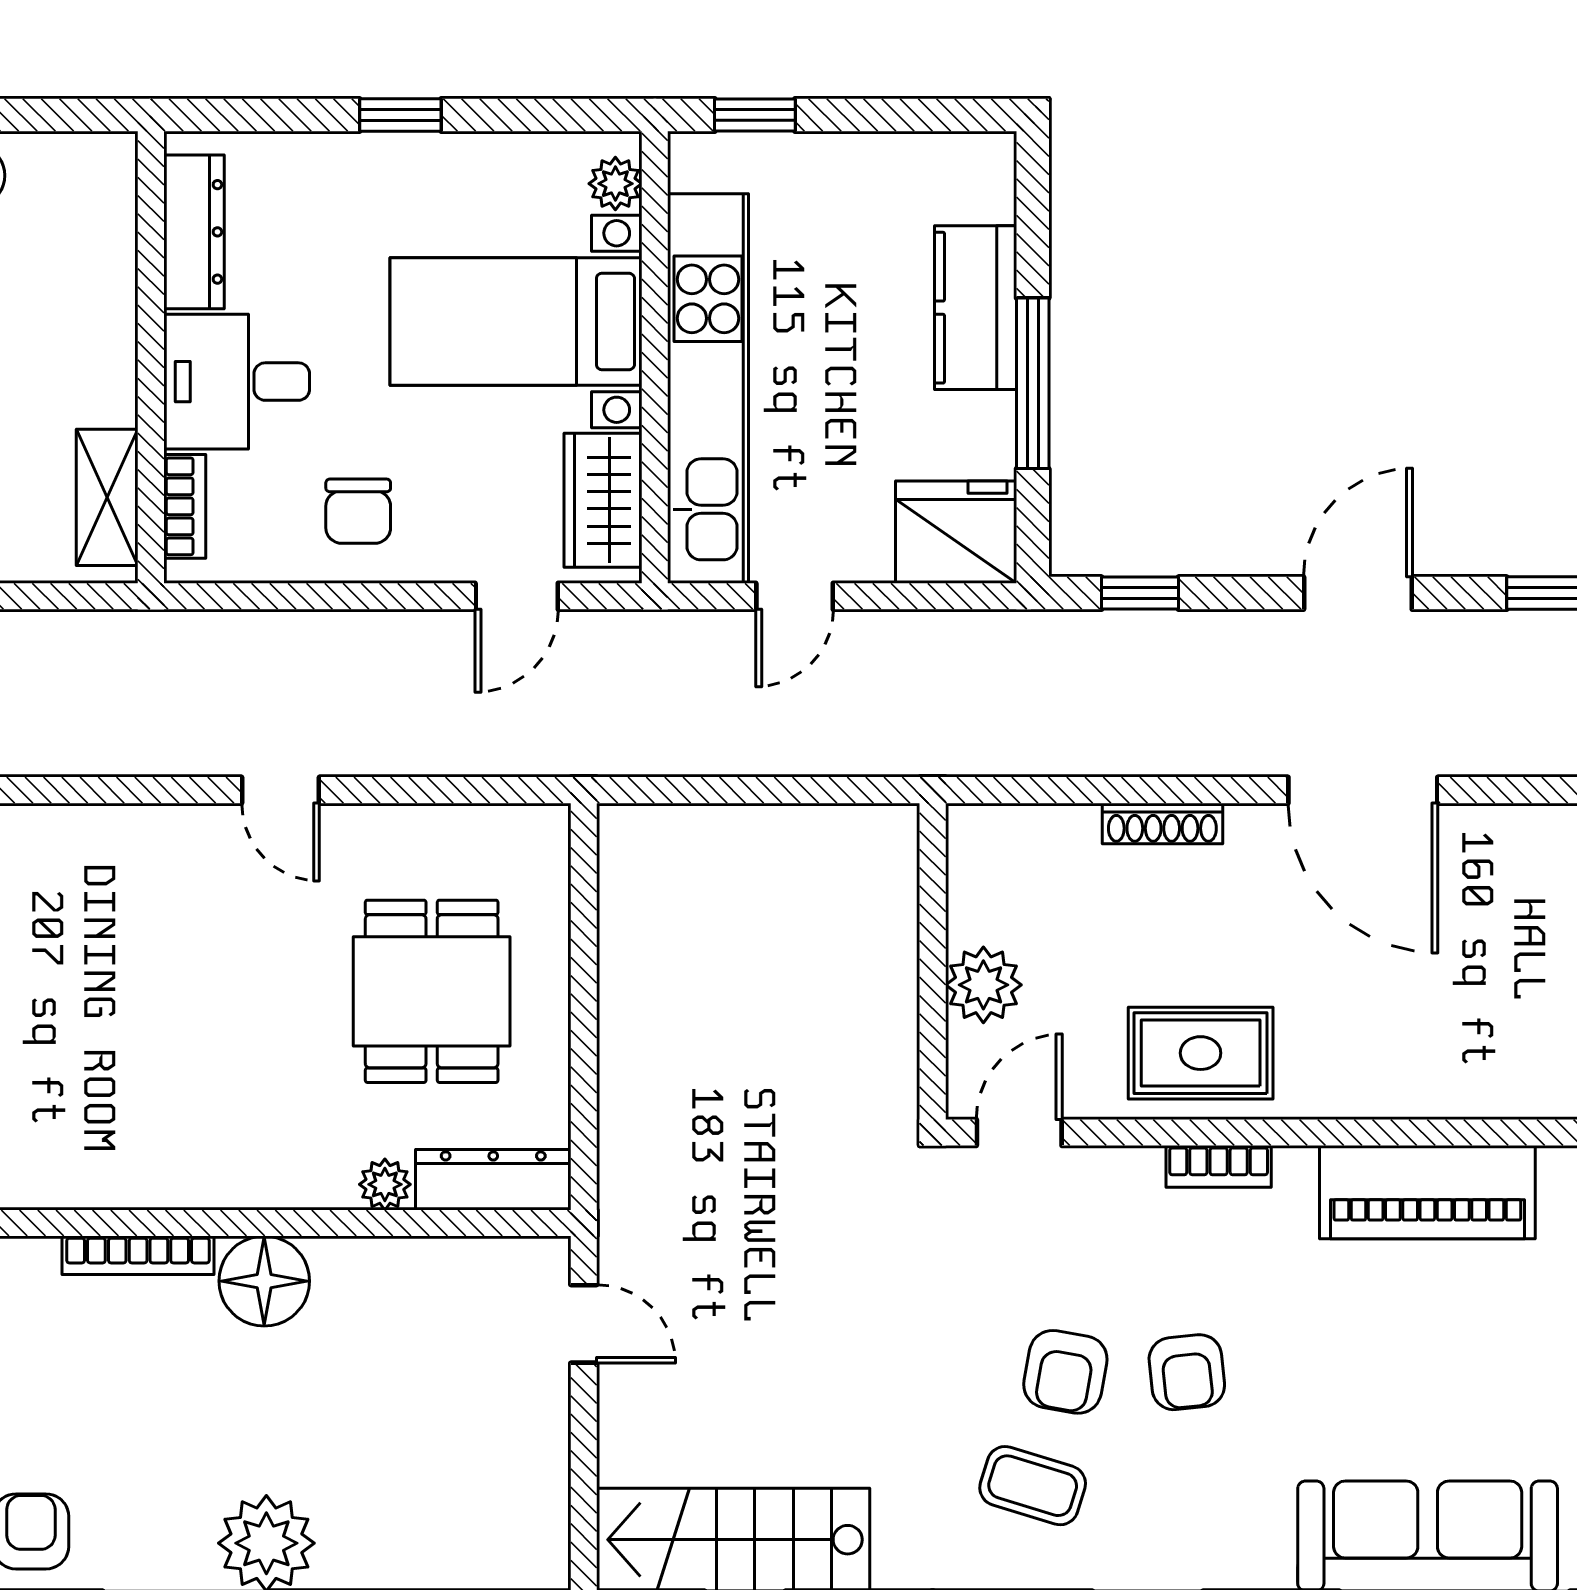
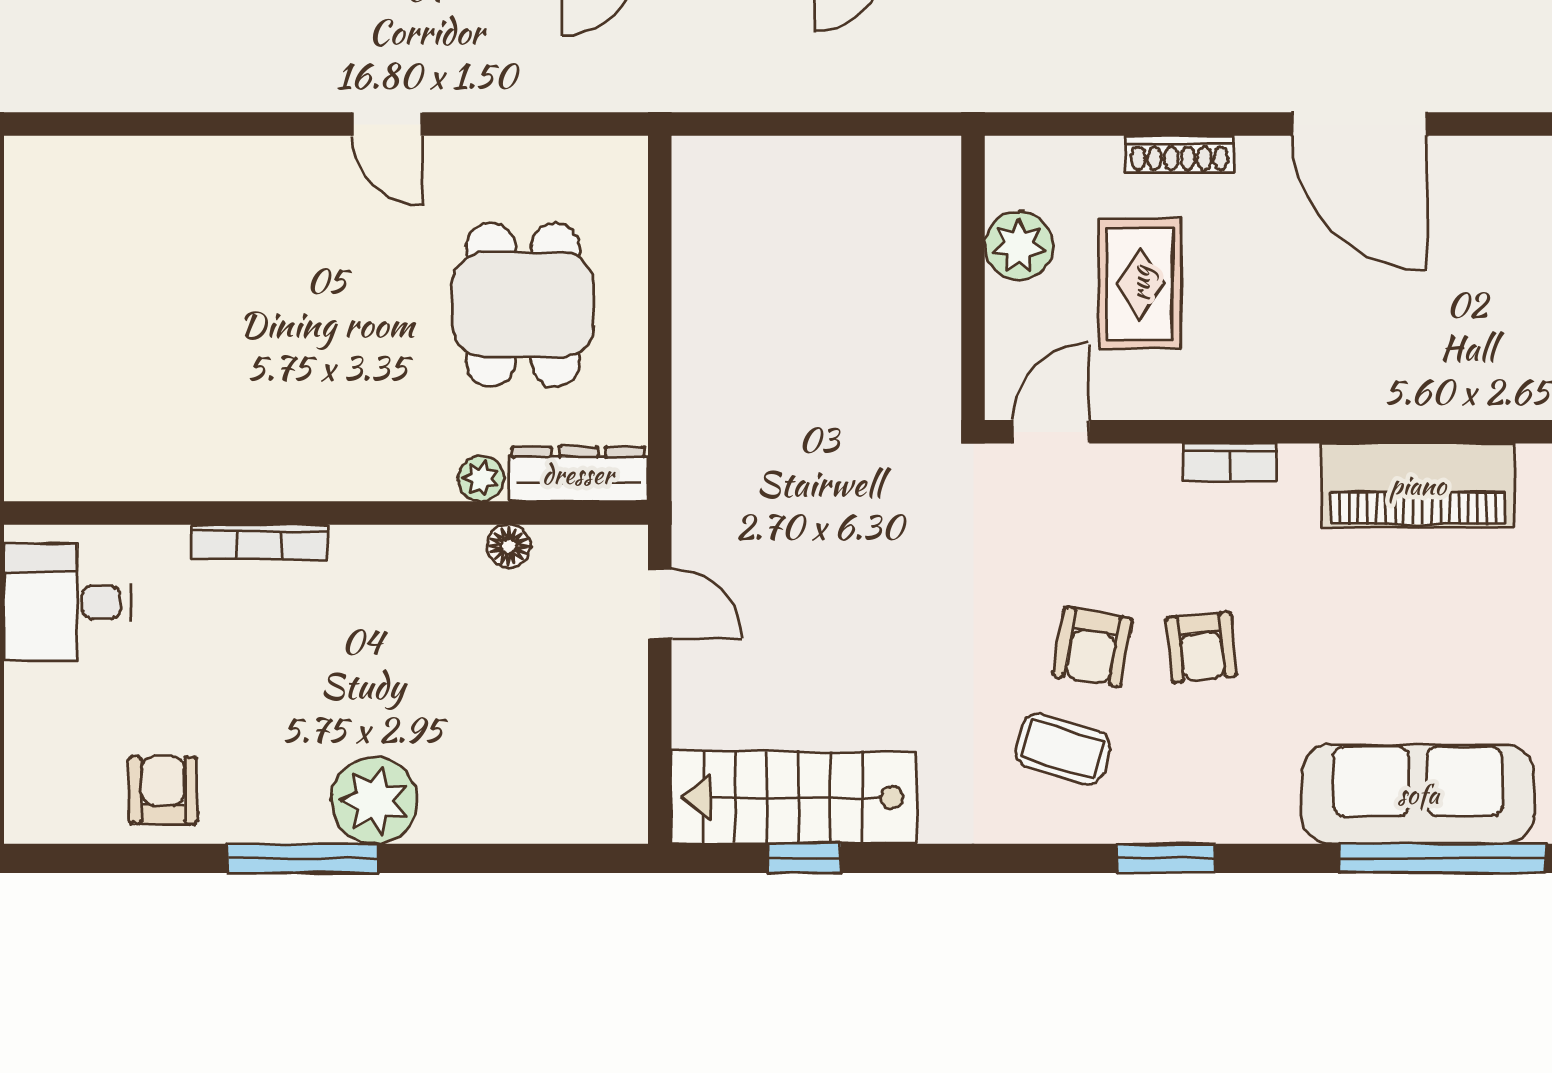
plant: (983, 985) -> (1019, 246), moved
rug: (1201, 1053) -> (1140, 284), moved, turned 90
floor lamp: (264, 1281) -> (509, 546), moved, width x0.53, depth x0.53

